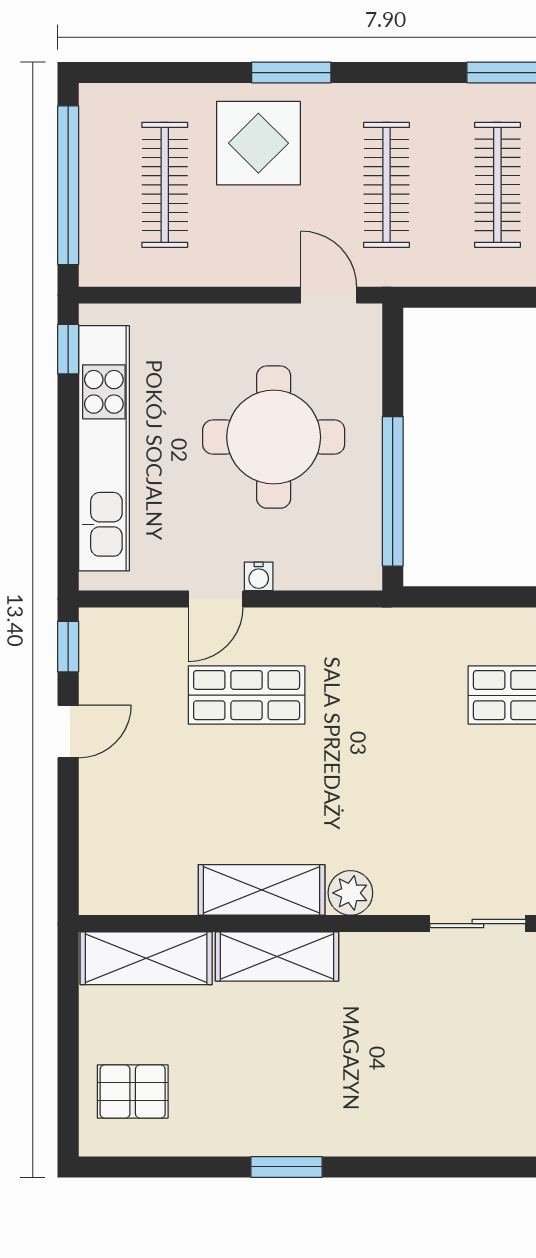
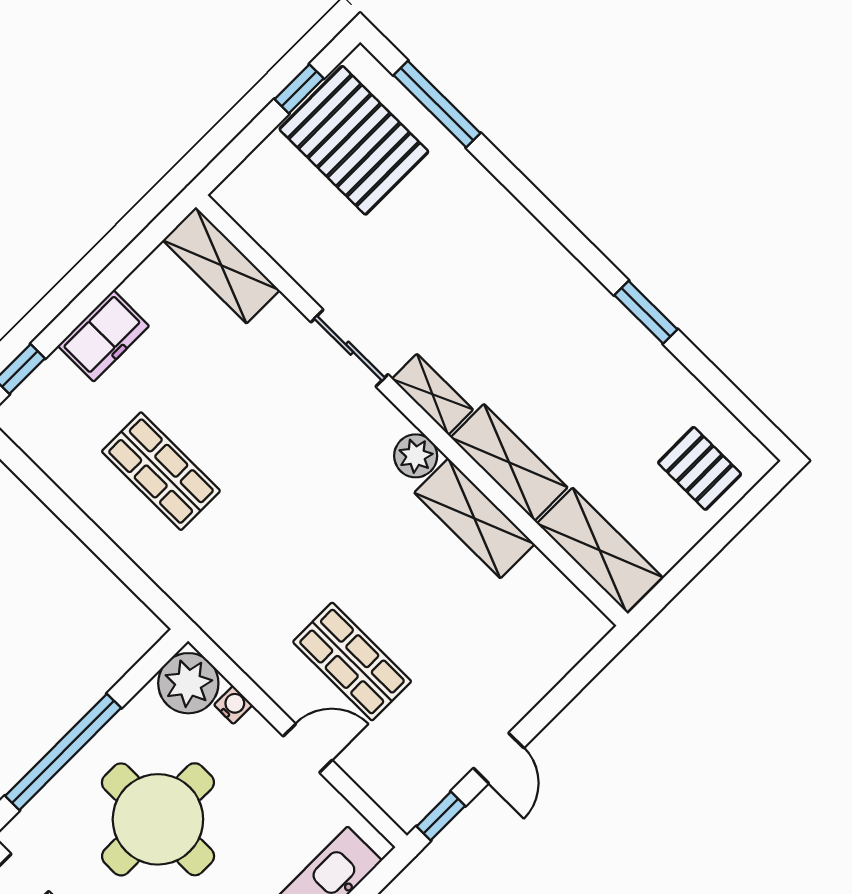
window: (393, 491) -> (63, 752), moved
plant: (351, 559) -> (188, 683), added
water cooler: (259, 576) -> (233, 705), moved
door: (68, 732) -> (499, 758), swing flipped
shelving: (383, 950) -> (432, 394), added

